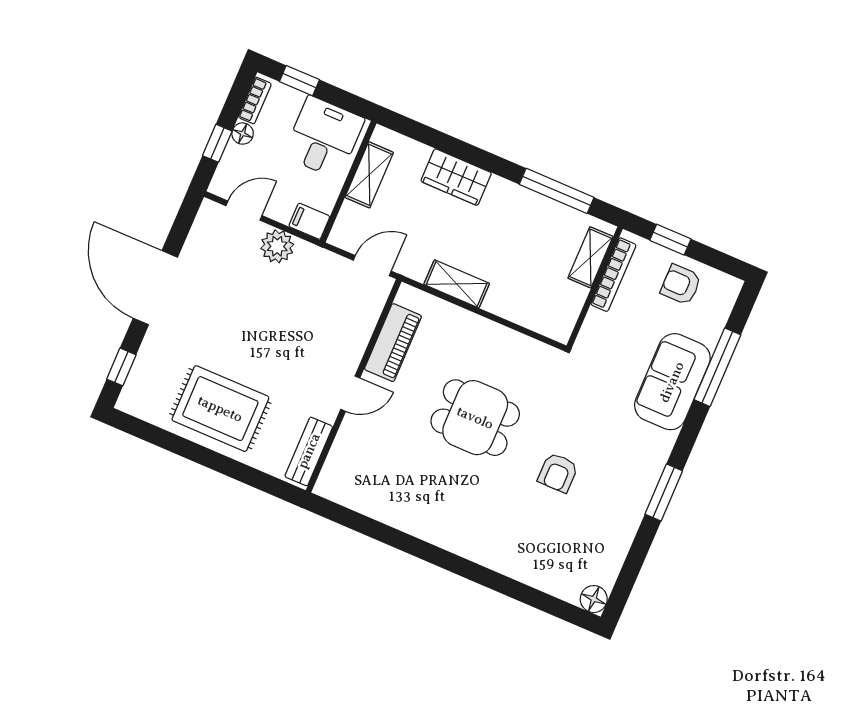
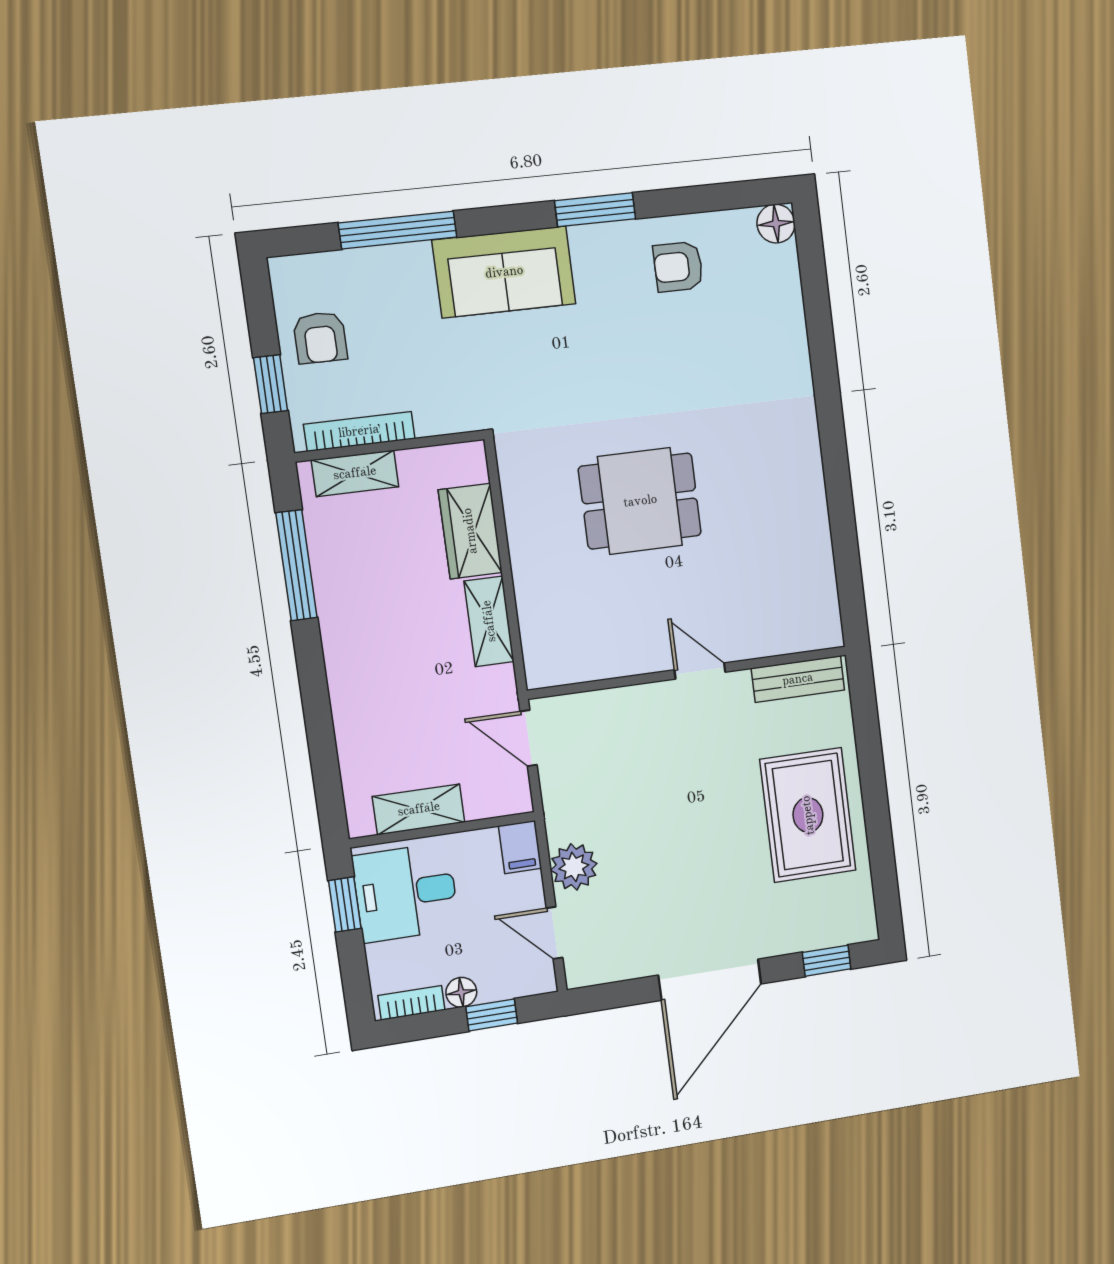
window: (299, 81) -> (345, 904), moved
wardrobe: (456, 177) -> (470, 531), moved, turned 180
piano: (393, 343) -> (608, 656), removed
sofa: (672, 382) -> (504, 272), moved
dining table: (475, 418) -> (640, 501), turned 90
armchair: (558, 473) -> (678, 267), moved, turned 180

